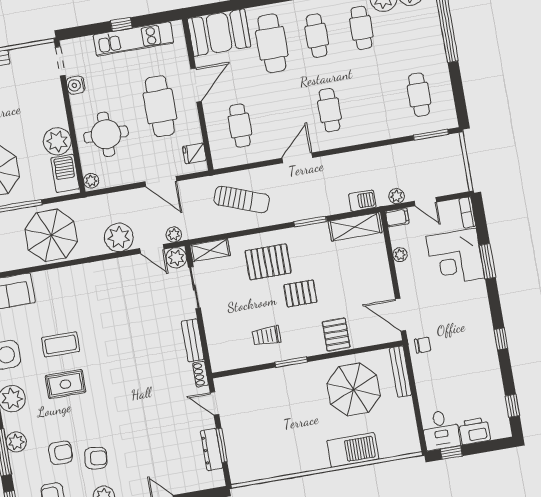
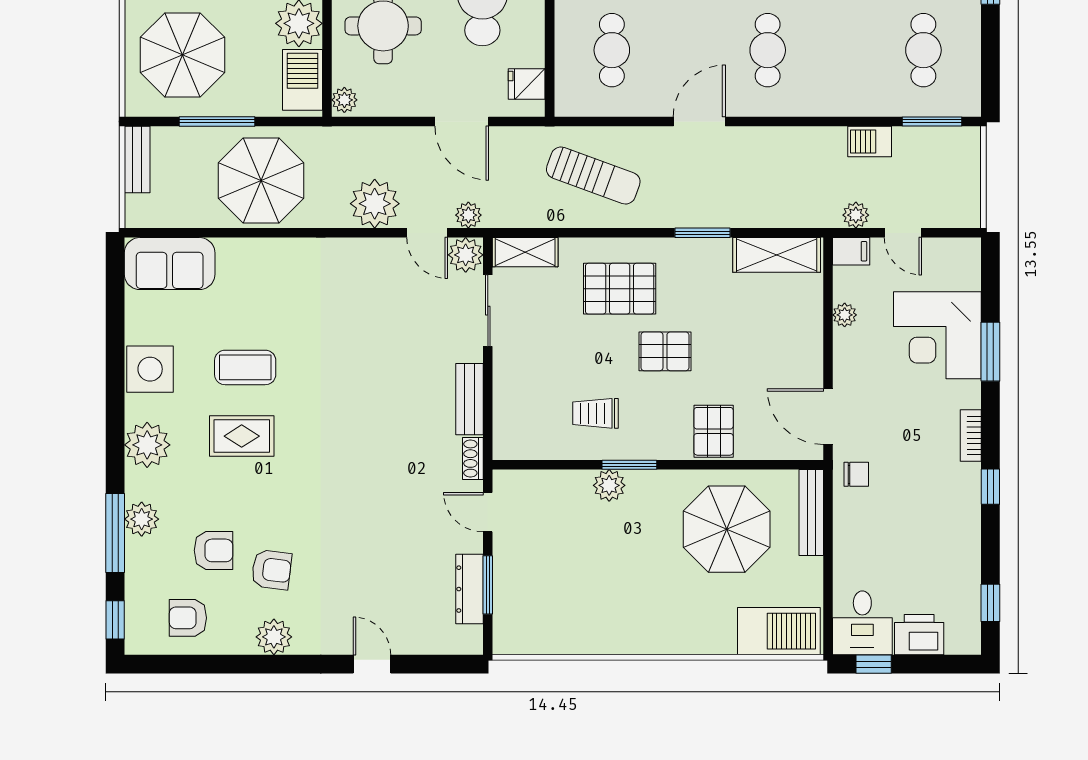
barbecue: (362, 201) -> (870, 141), moved, turned 180
bookcase: (467, 212) -> (971, 435), moved
plant: (282, 376) -> (609, 485), added
barbecue: (353, 450) -> (779, 631), moved

